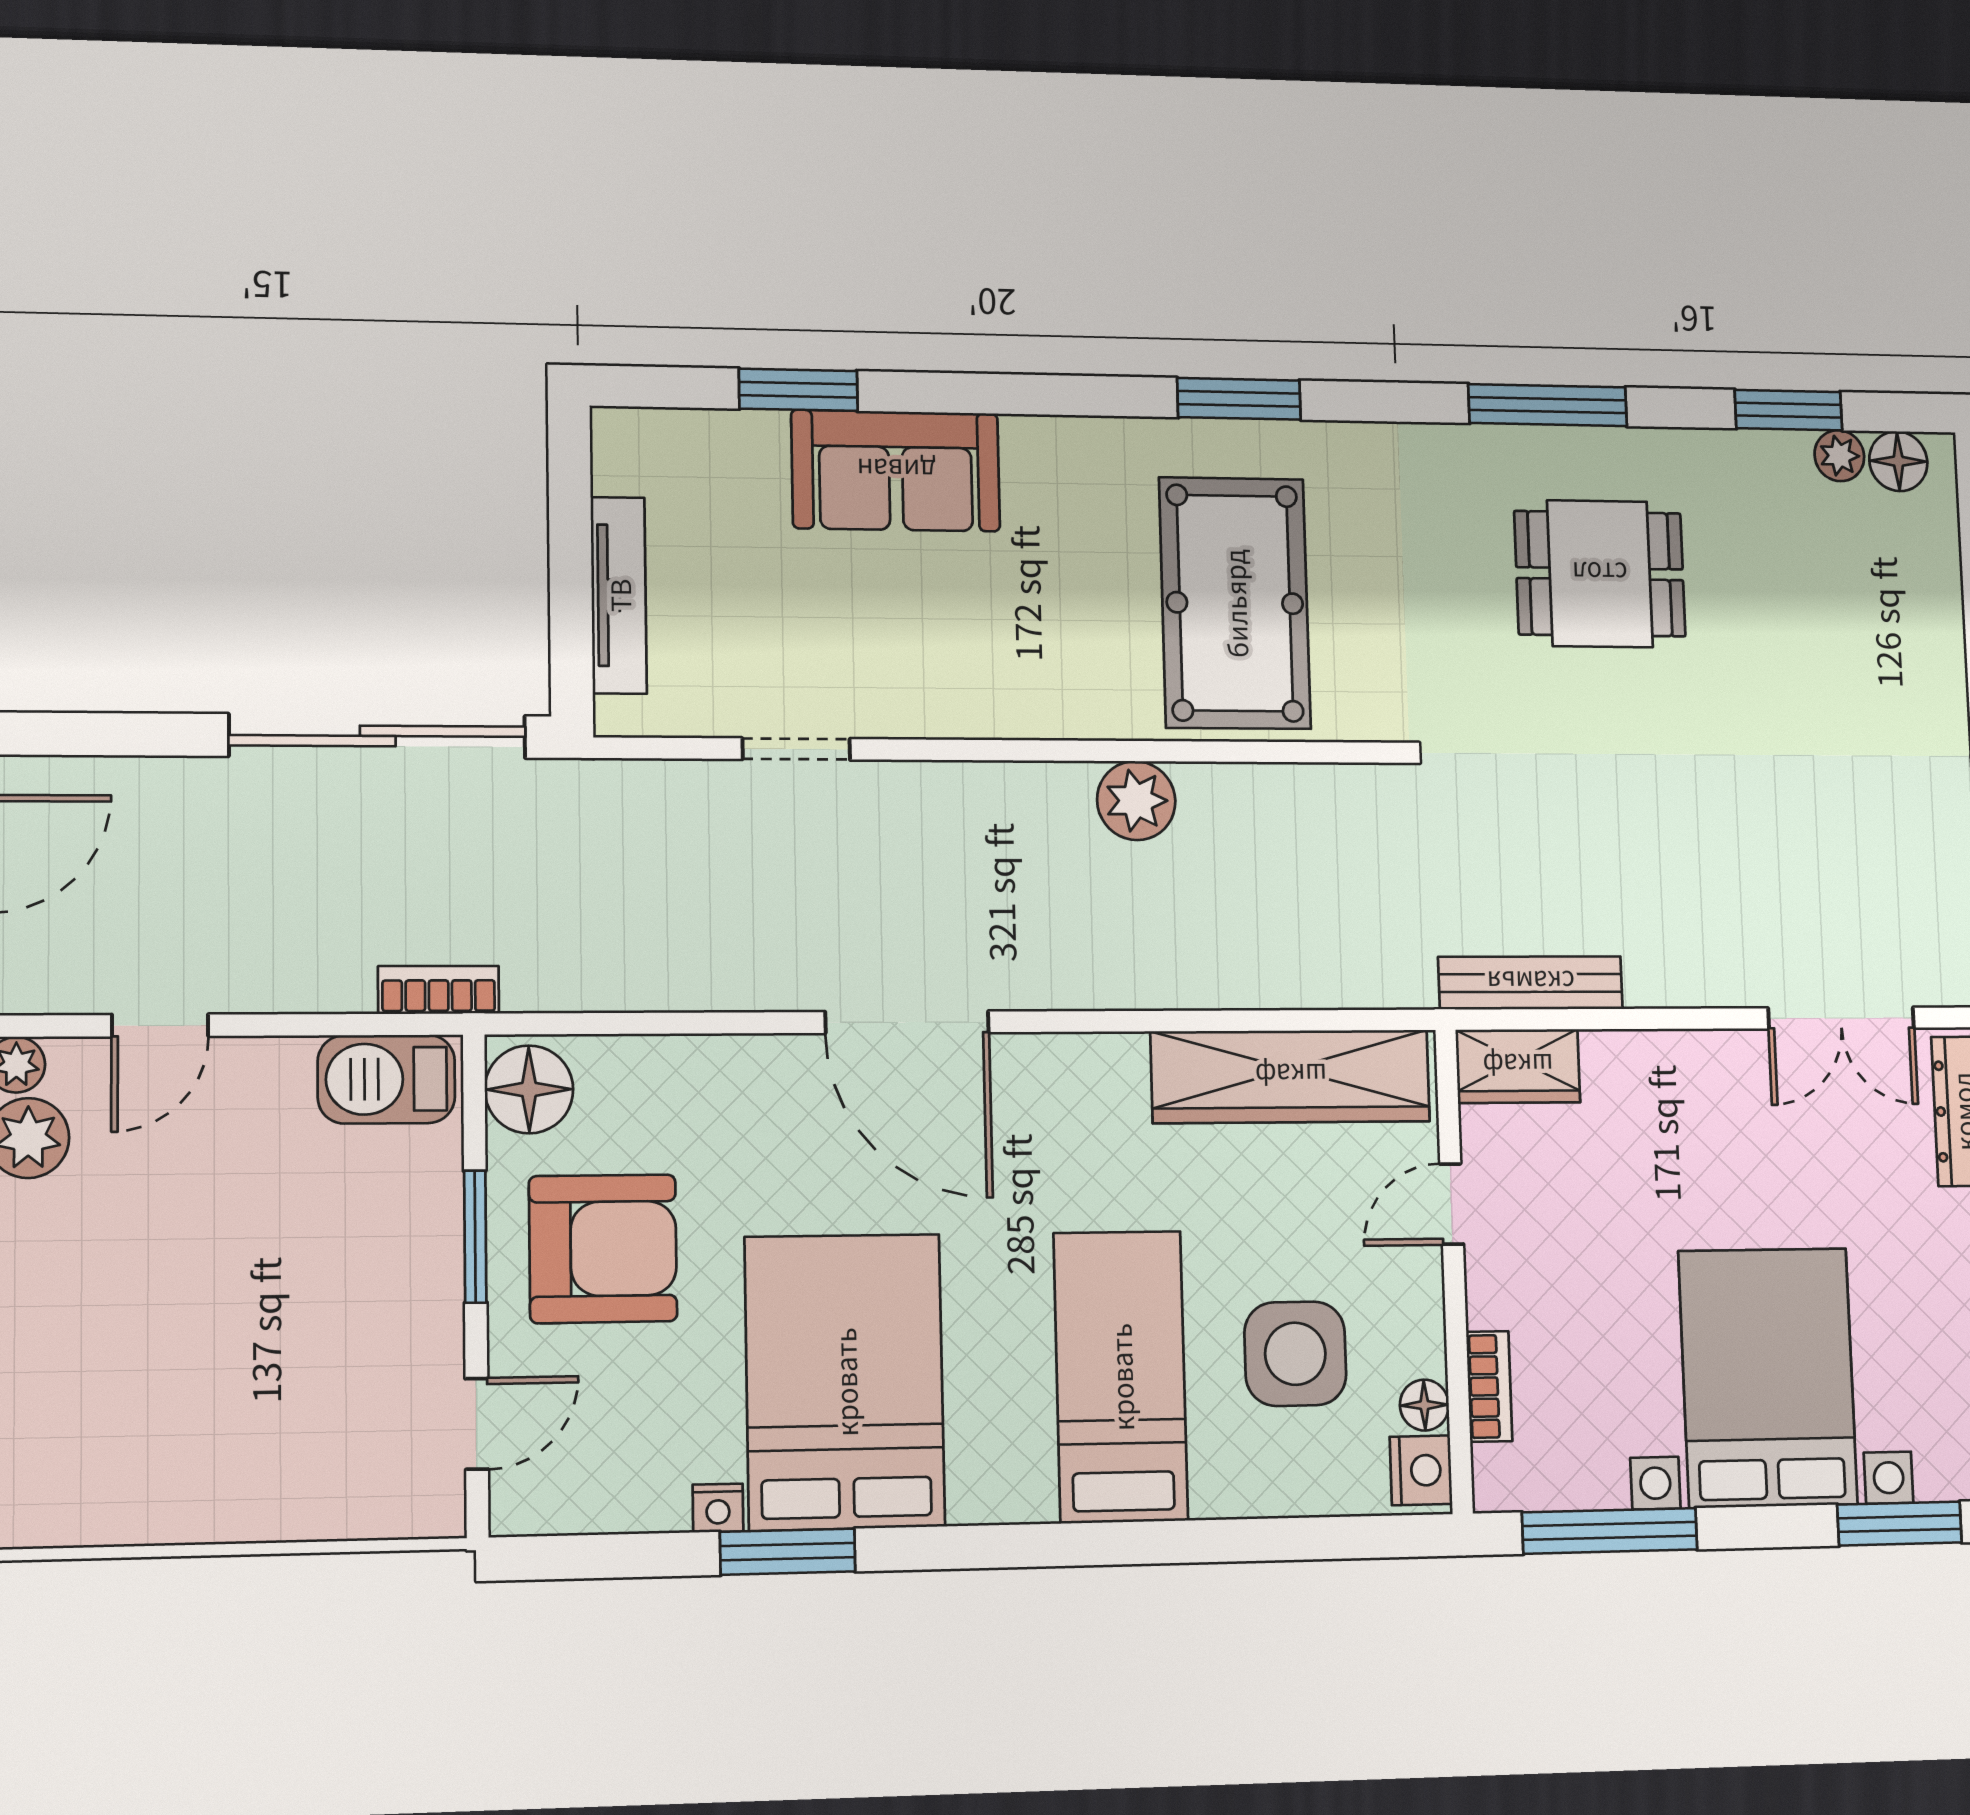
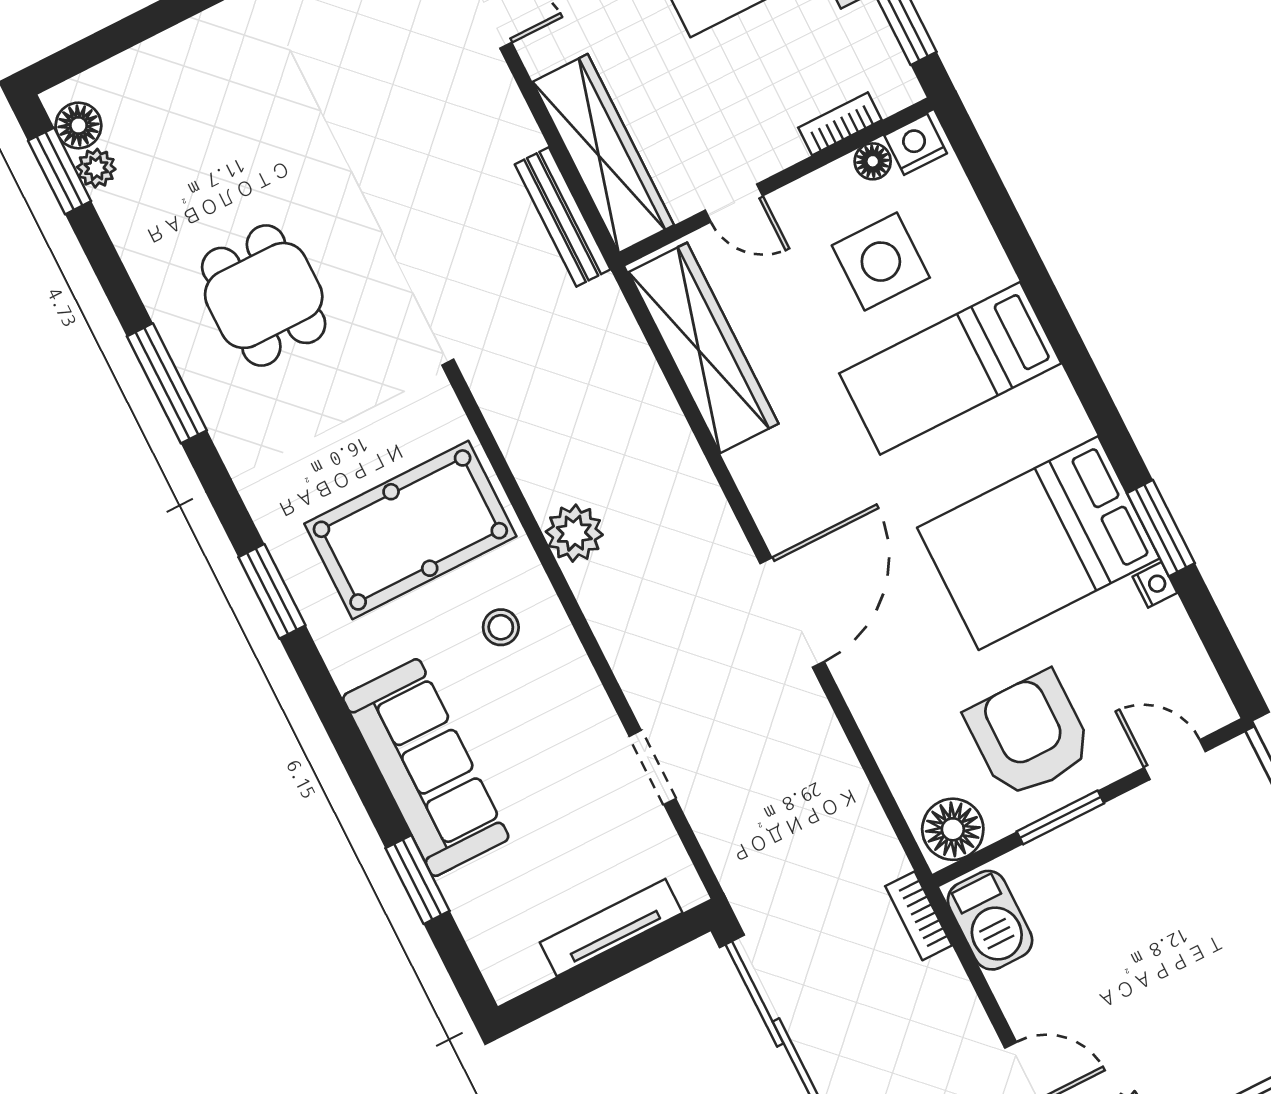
window: (1788, 410) -> (60, 171), moved
sofa: (896, 471) -> (426, 768), width x1.36
stool: (1063, 651) -> (501, 627), added
wardrobe: (1518, 1066) -> (603, 154), width x2.10, depth x1.17

